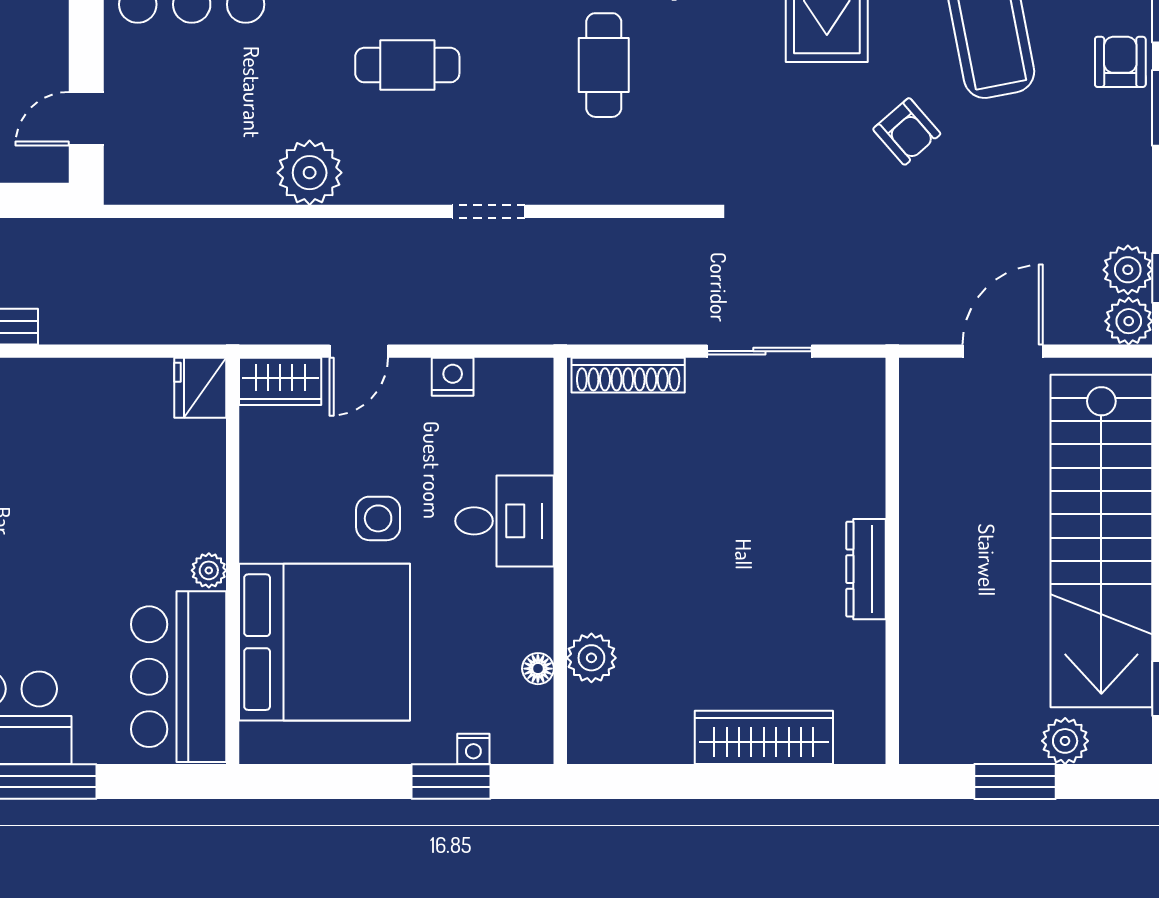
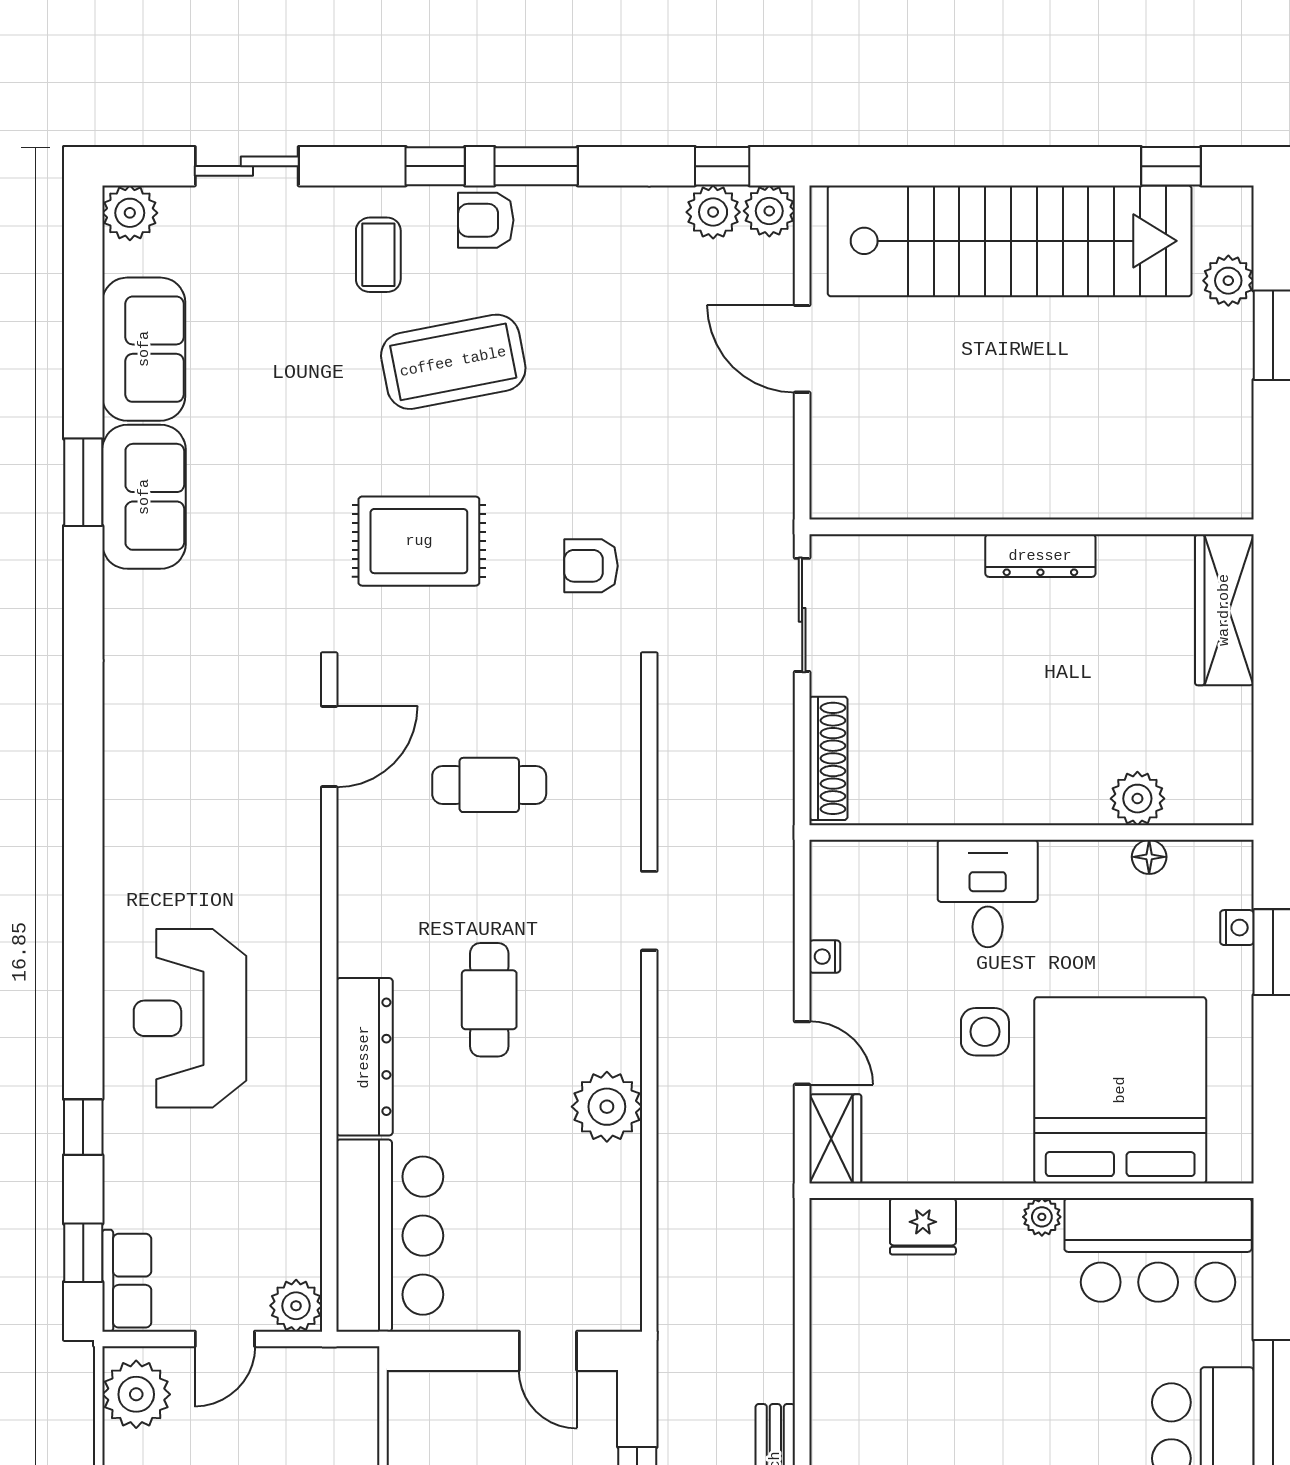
armchair: (907, 131) -> (591, 566), moved, turned -139
nightstand: (453, 377) -> (825, 957), width x0.72, depth x0.74
fridge: (200, 388) -> (923, 1226), moved
wall: (892, 561) -> (1031, 527), moved
dresser: (866, 569) -> (1040, 556), moved

